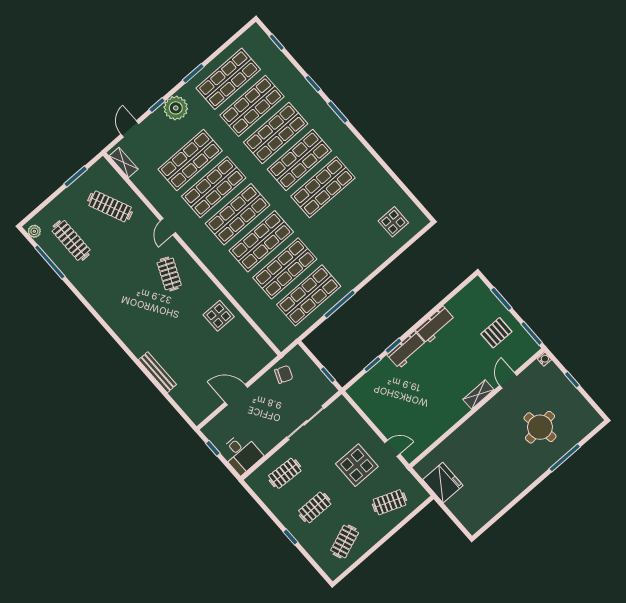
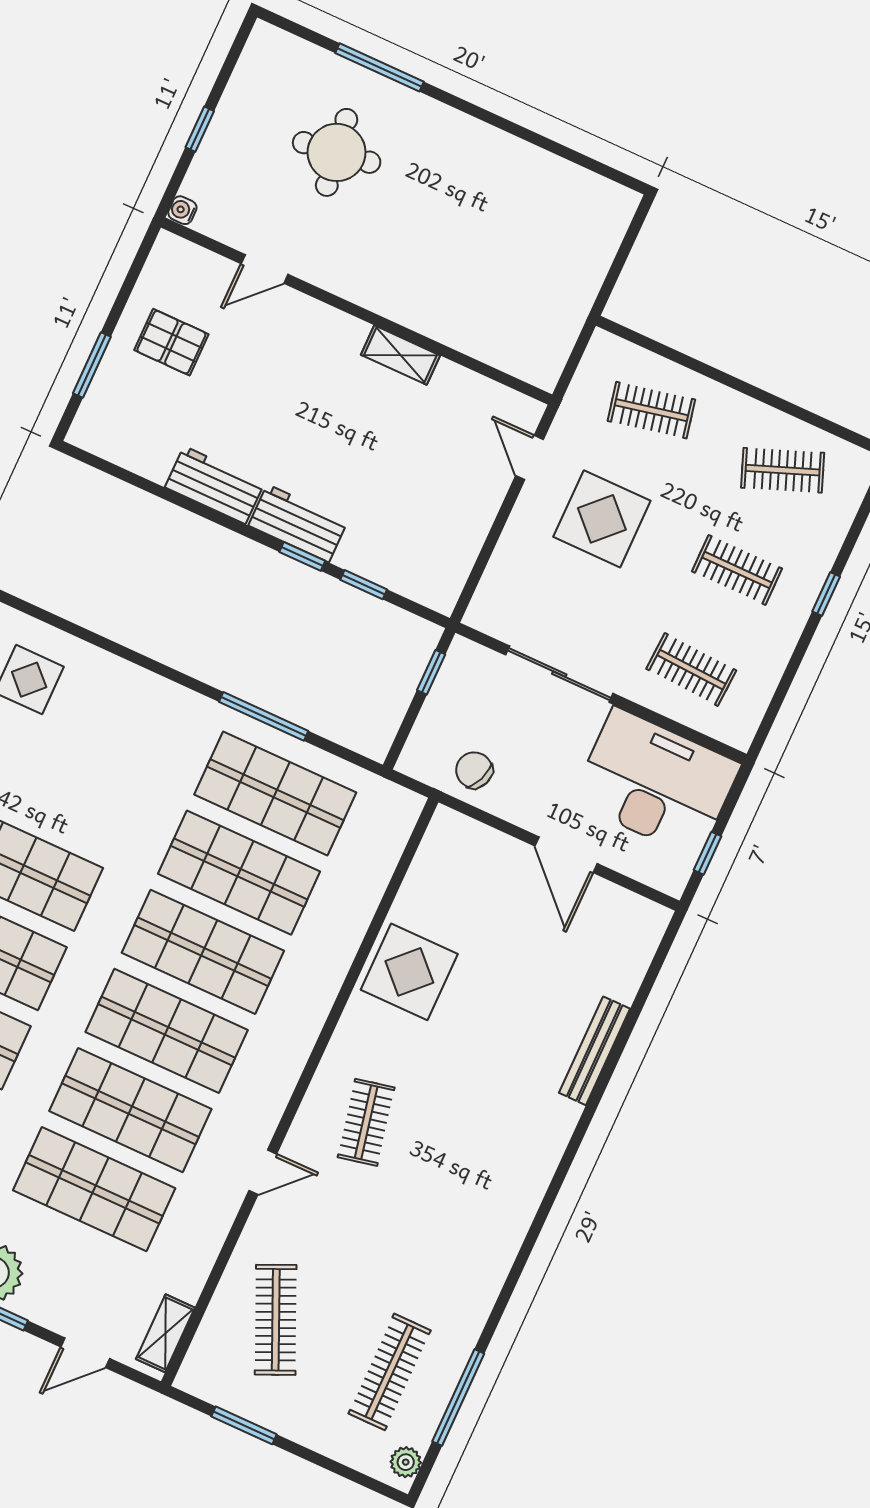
clothes rail: (169, 274) -> (366, 1122), turned -36
display table: (219, 316) -> (409, 972), width x1.36, depth x1.36
window: (532, 333) -> (138, 264), removed
shelving: (478, 395) -> (400, 355), moved
desk: (241, 454) -> (656, 783), width x1.87, depth x1.30
fridge: (443, 483) -> (555, 312), removed
clothes rail: (389, 502) -> (651, 410), turned -33

